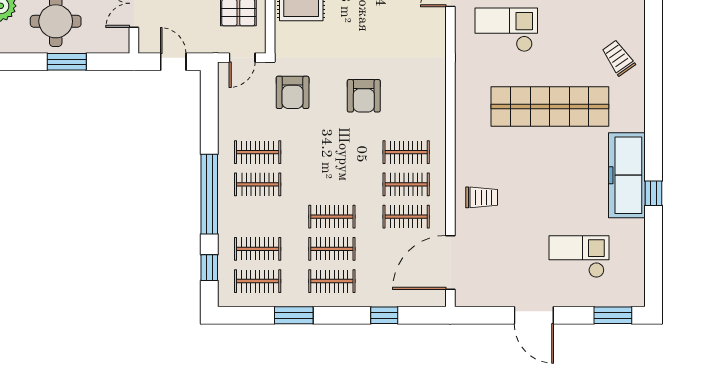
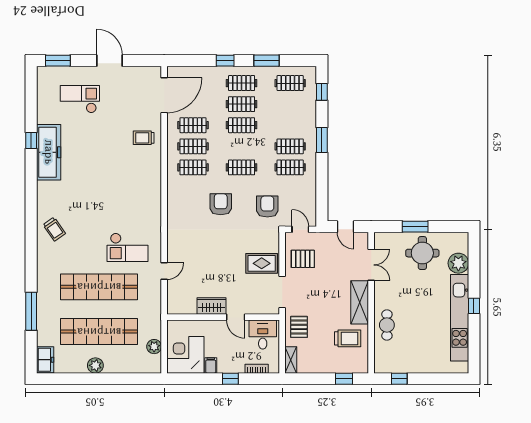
door: (242, 58) -> (300, 229), hinge flipped
shop shelf: (550, 106) -> (99, 197), removed
window: (209, 194) -> (322, 140), width x0.47
clothes rail: (258, 249) -> (242, 167), moved
checkout: (579, 257) -> (80, 99), turned 180
window: (384, 315) -> (225, 61), moved

